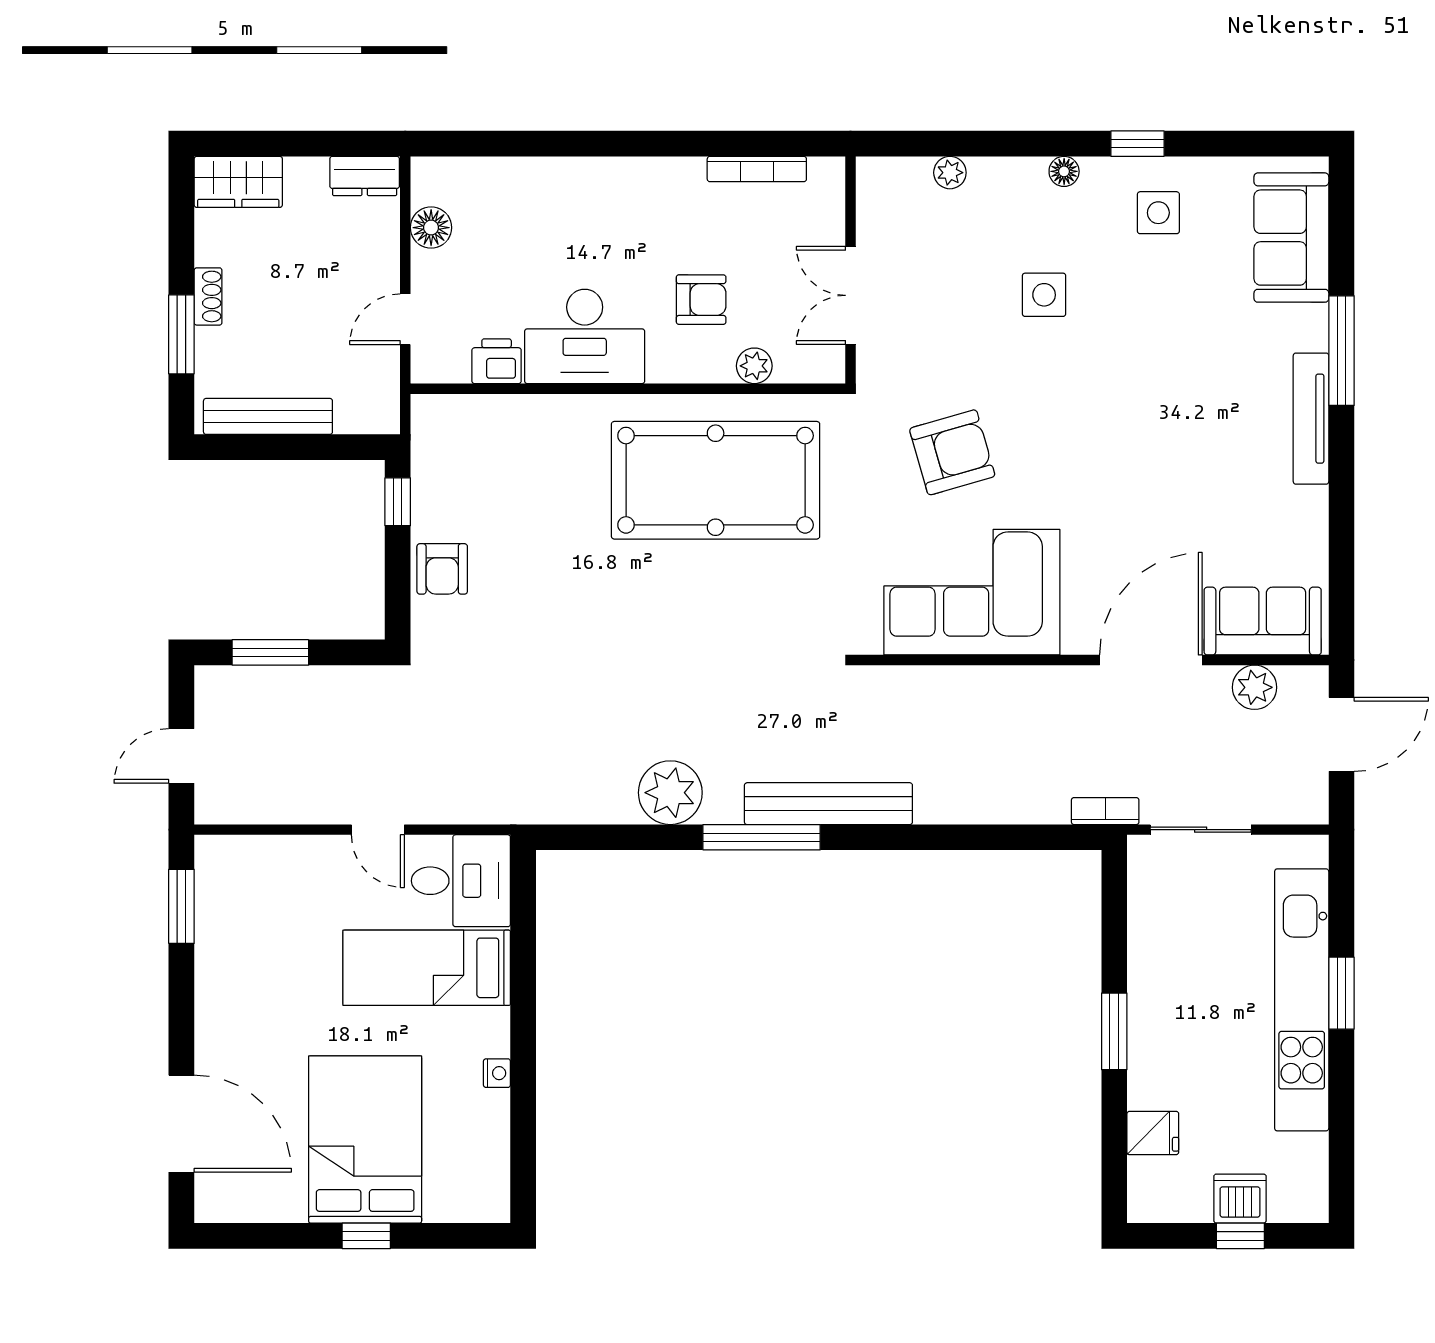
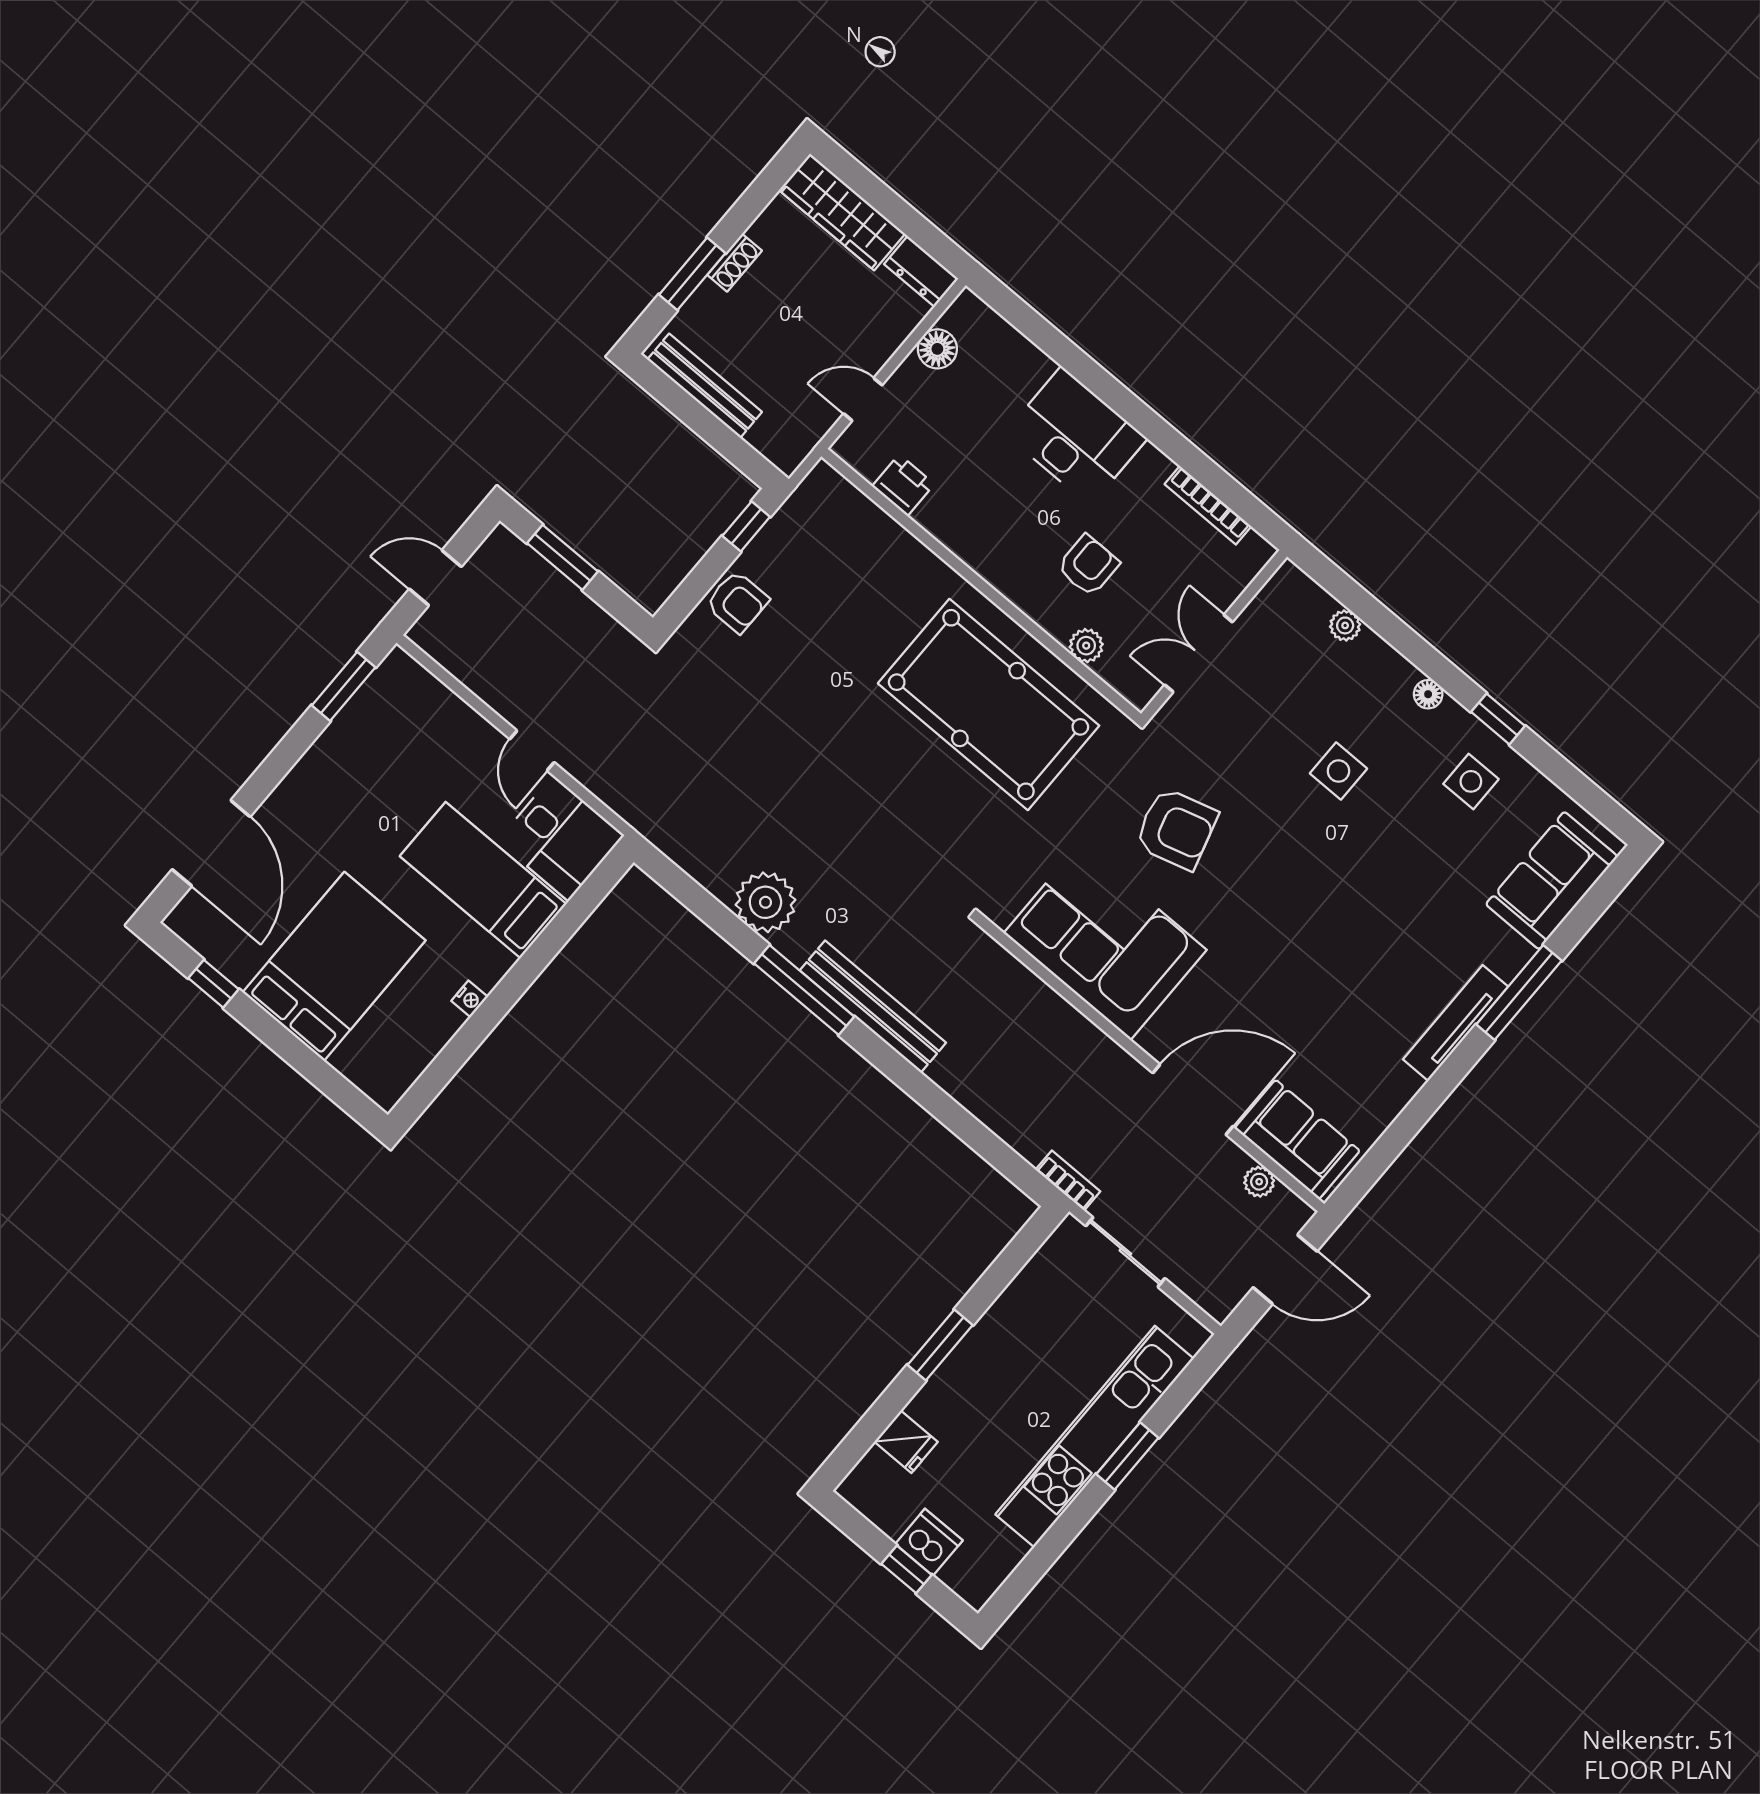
wardrobe: (238, 182) -> (842, 212), width x1.50
armchair: (701, 300) -> (1088, 565), turned -90
desk: (585, 336) -> (1076, 436), moved, turned 180
armchair: (442, 569) -> (737, 602), turned -90
plant: (1255, 687) -> (1259, 1182), width x0.73, depth x0.73
window: (366, 1236) -> (214, 984), moved

